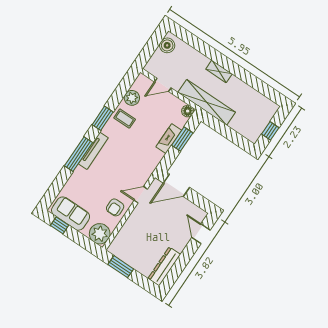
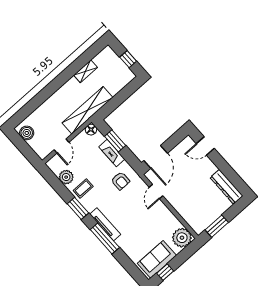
shelving: (219, 71) -> (86, 71), moved
armchair: (115, 207) -> (120, 181), moved

